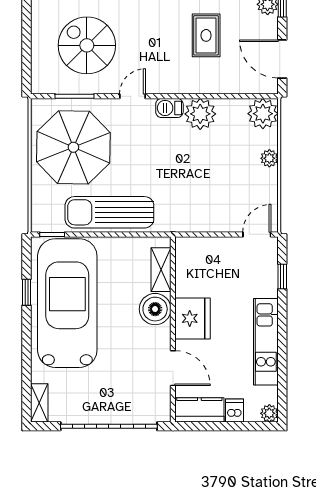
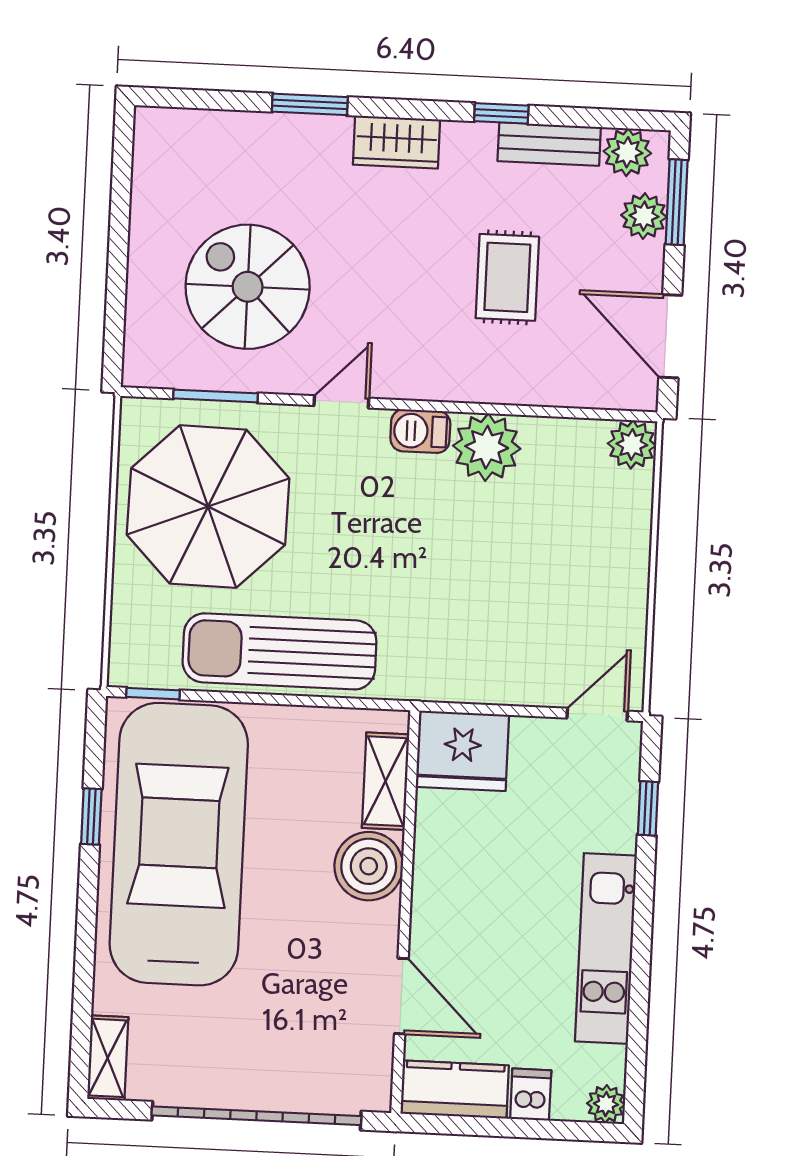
plant: (263, 114) -> (632, 444), width x0.73, depth x0.73
plant: (269, 158) -> (632, 550), removed
fridge: (193, 318) -> (462, 751), moved, turned 90

